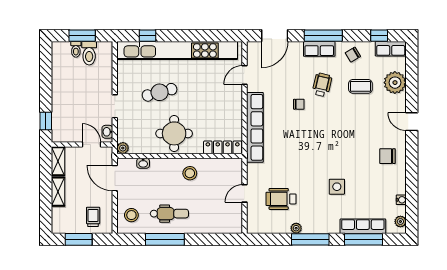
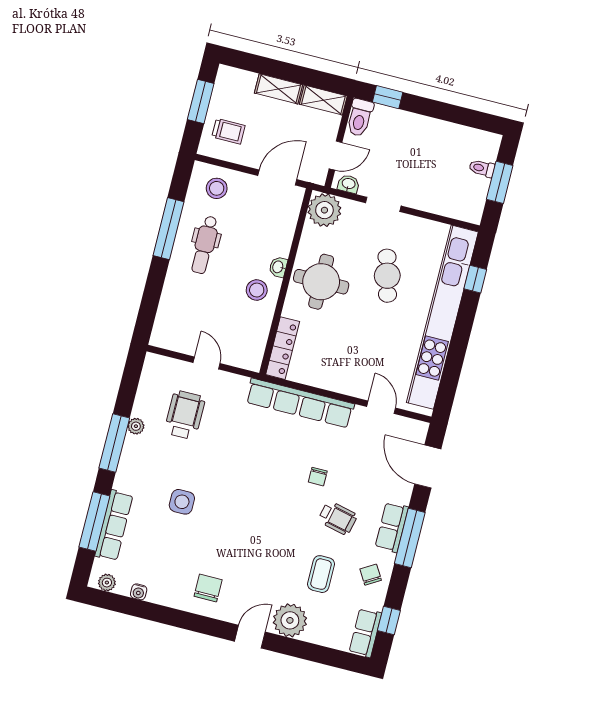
toilet: (89, 53) -> (360, 118), moved, turned -90
plant: (395, 83) -> (290, 620), moved
plant: (123, 148) -> (324, 210), width x1.87, depth x1.87
washbasin: (143, 163) -> (278, 267), moved

